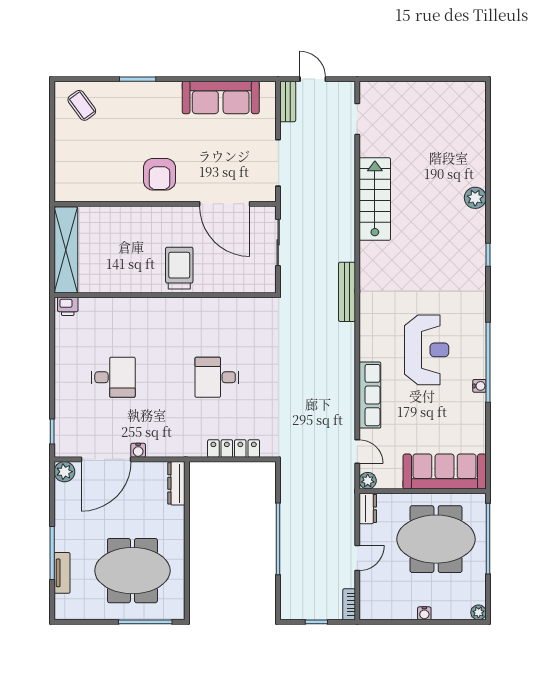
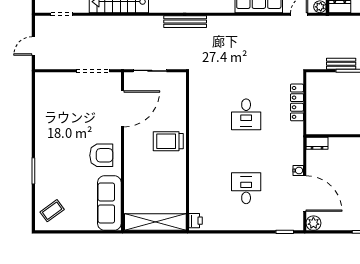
sofa: (221, 97) -> (109, 203), moved, turned 180
bench: (288, 101) -> (341, 64), moved
dresser: (176, 483) -> (317, 143), width x0.70

